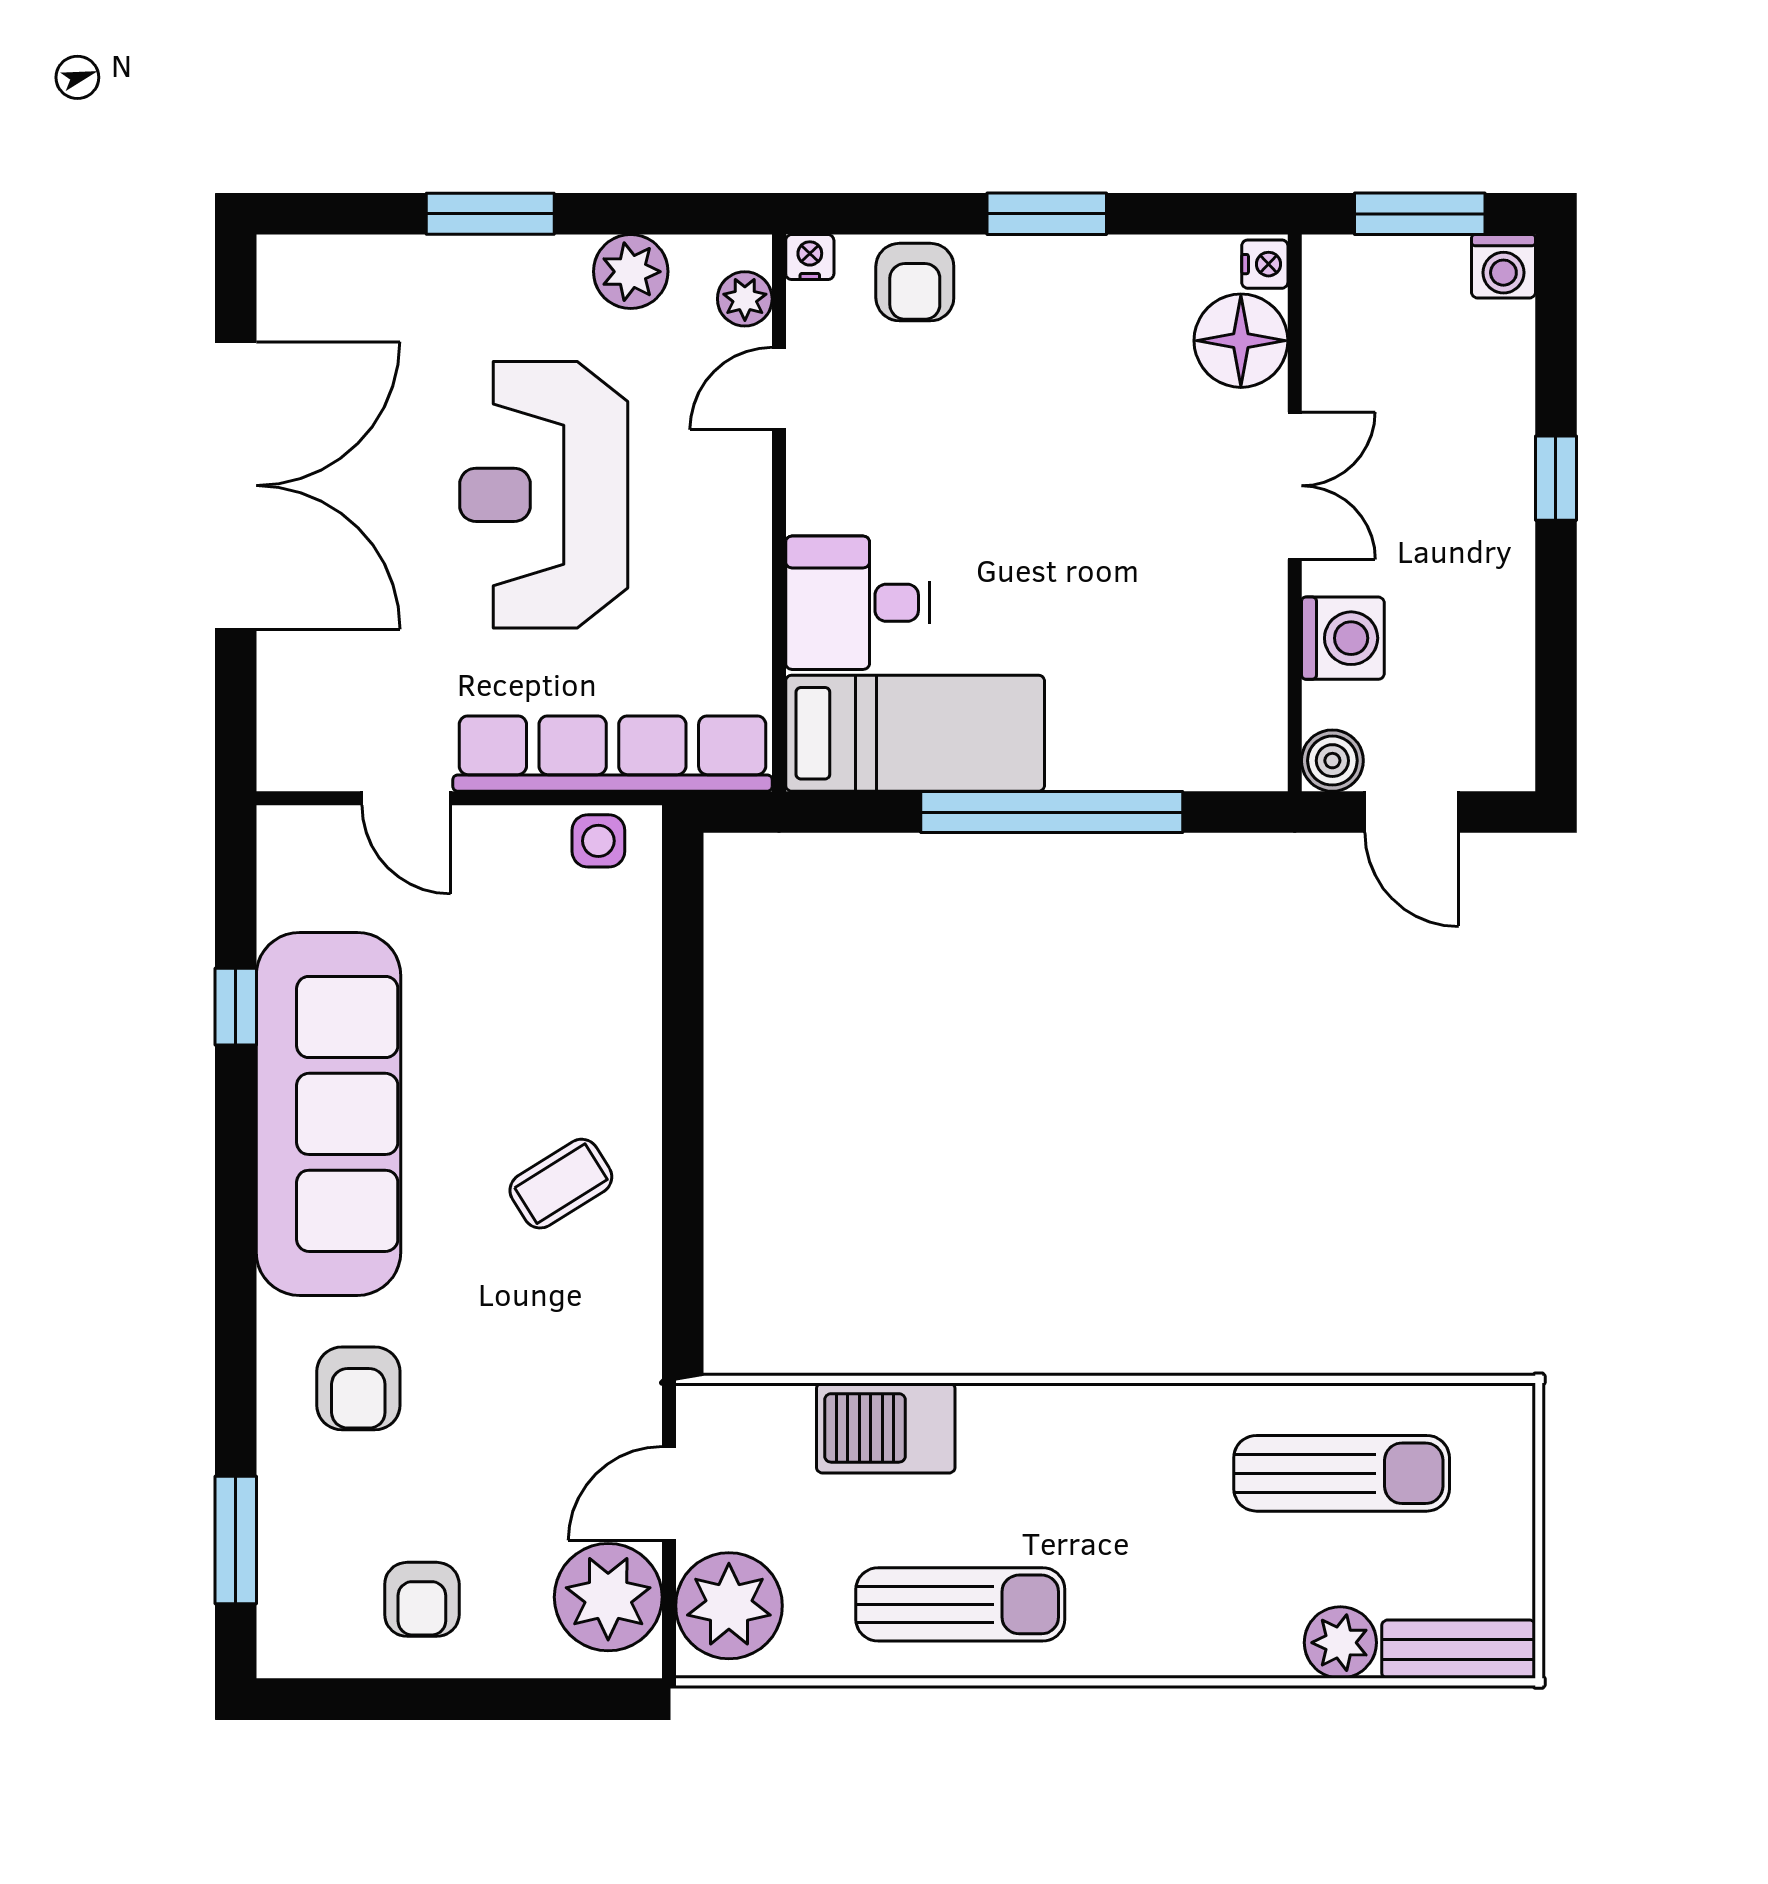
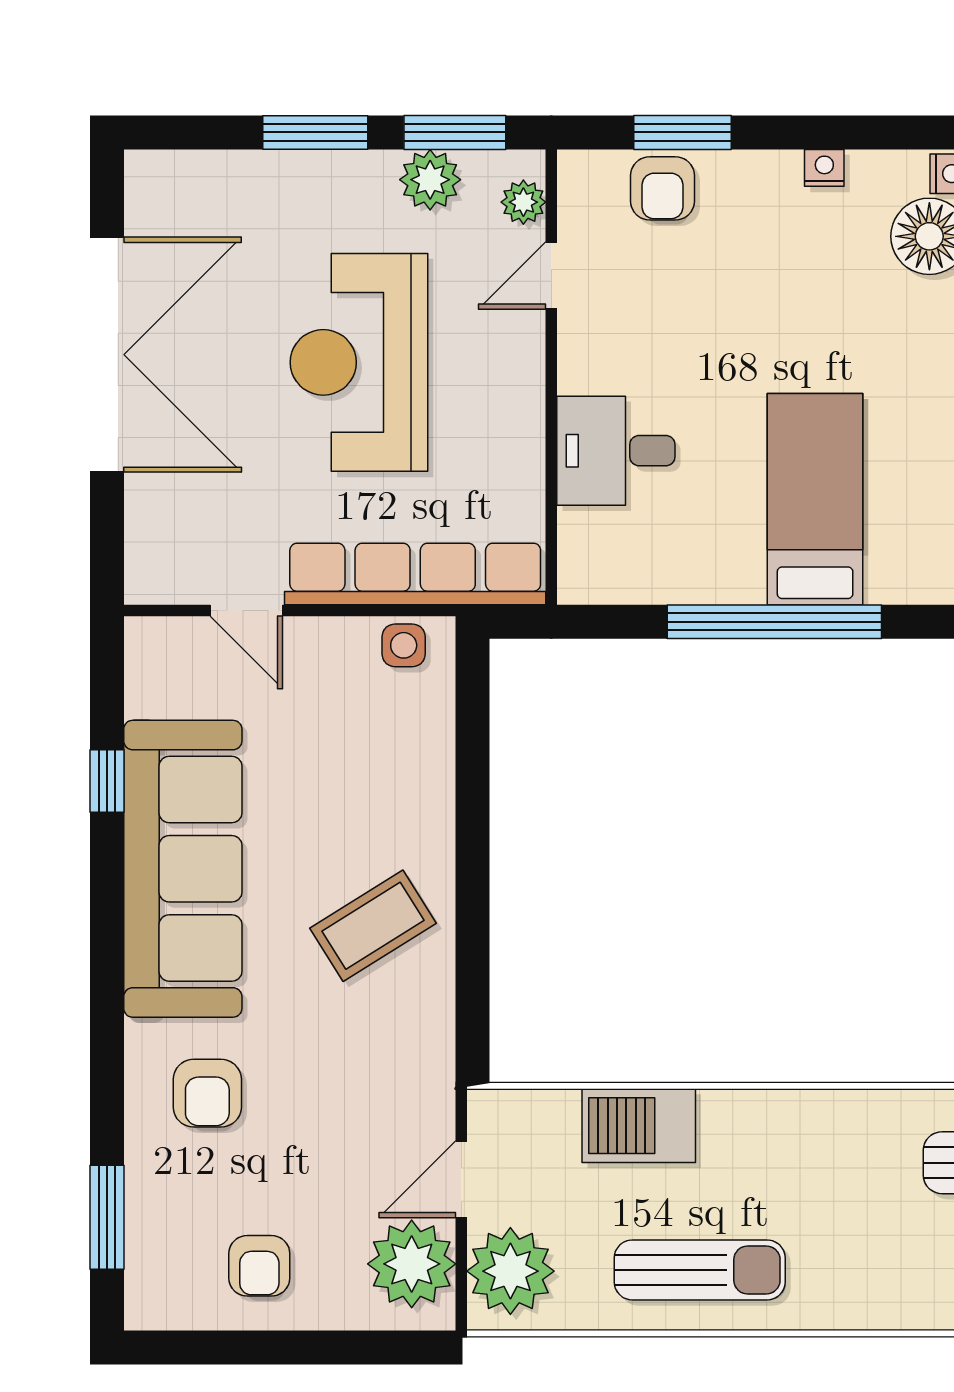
window: (661, 214) -> (455, 132), added
window: (1047, 214) -> (682, 132), moved
nightstand: (810, 257) -> (824, 168), moved
bed: (915, 733) -> (815, 499), moved, turned -90
coffee table: (561, 1184) -> (373, 926), width x1.36, depth x1.30

